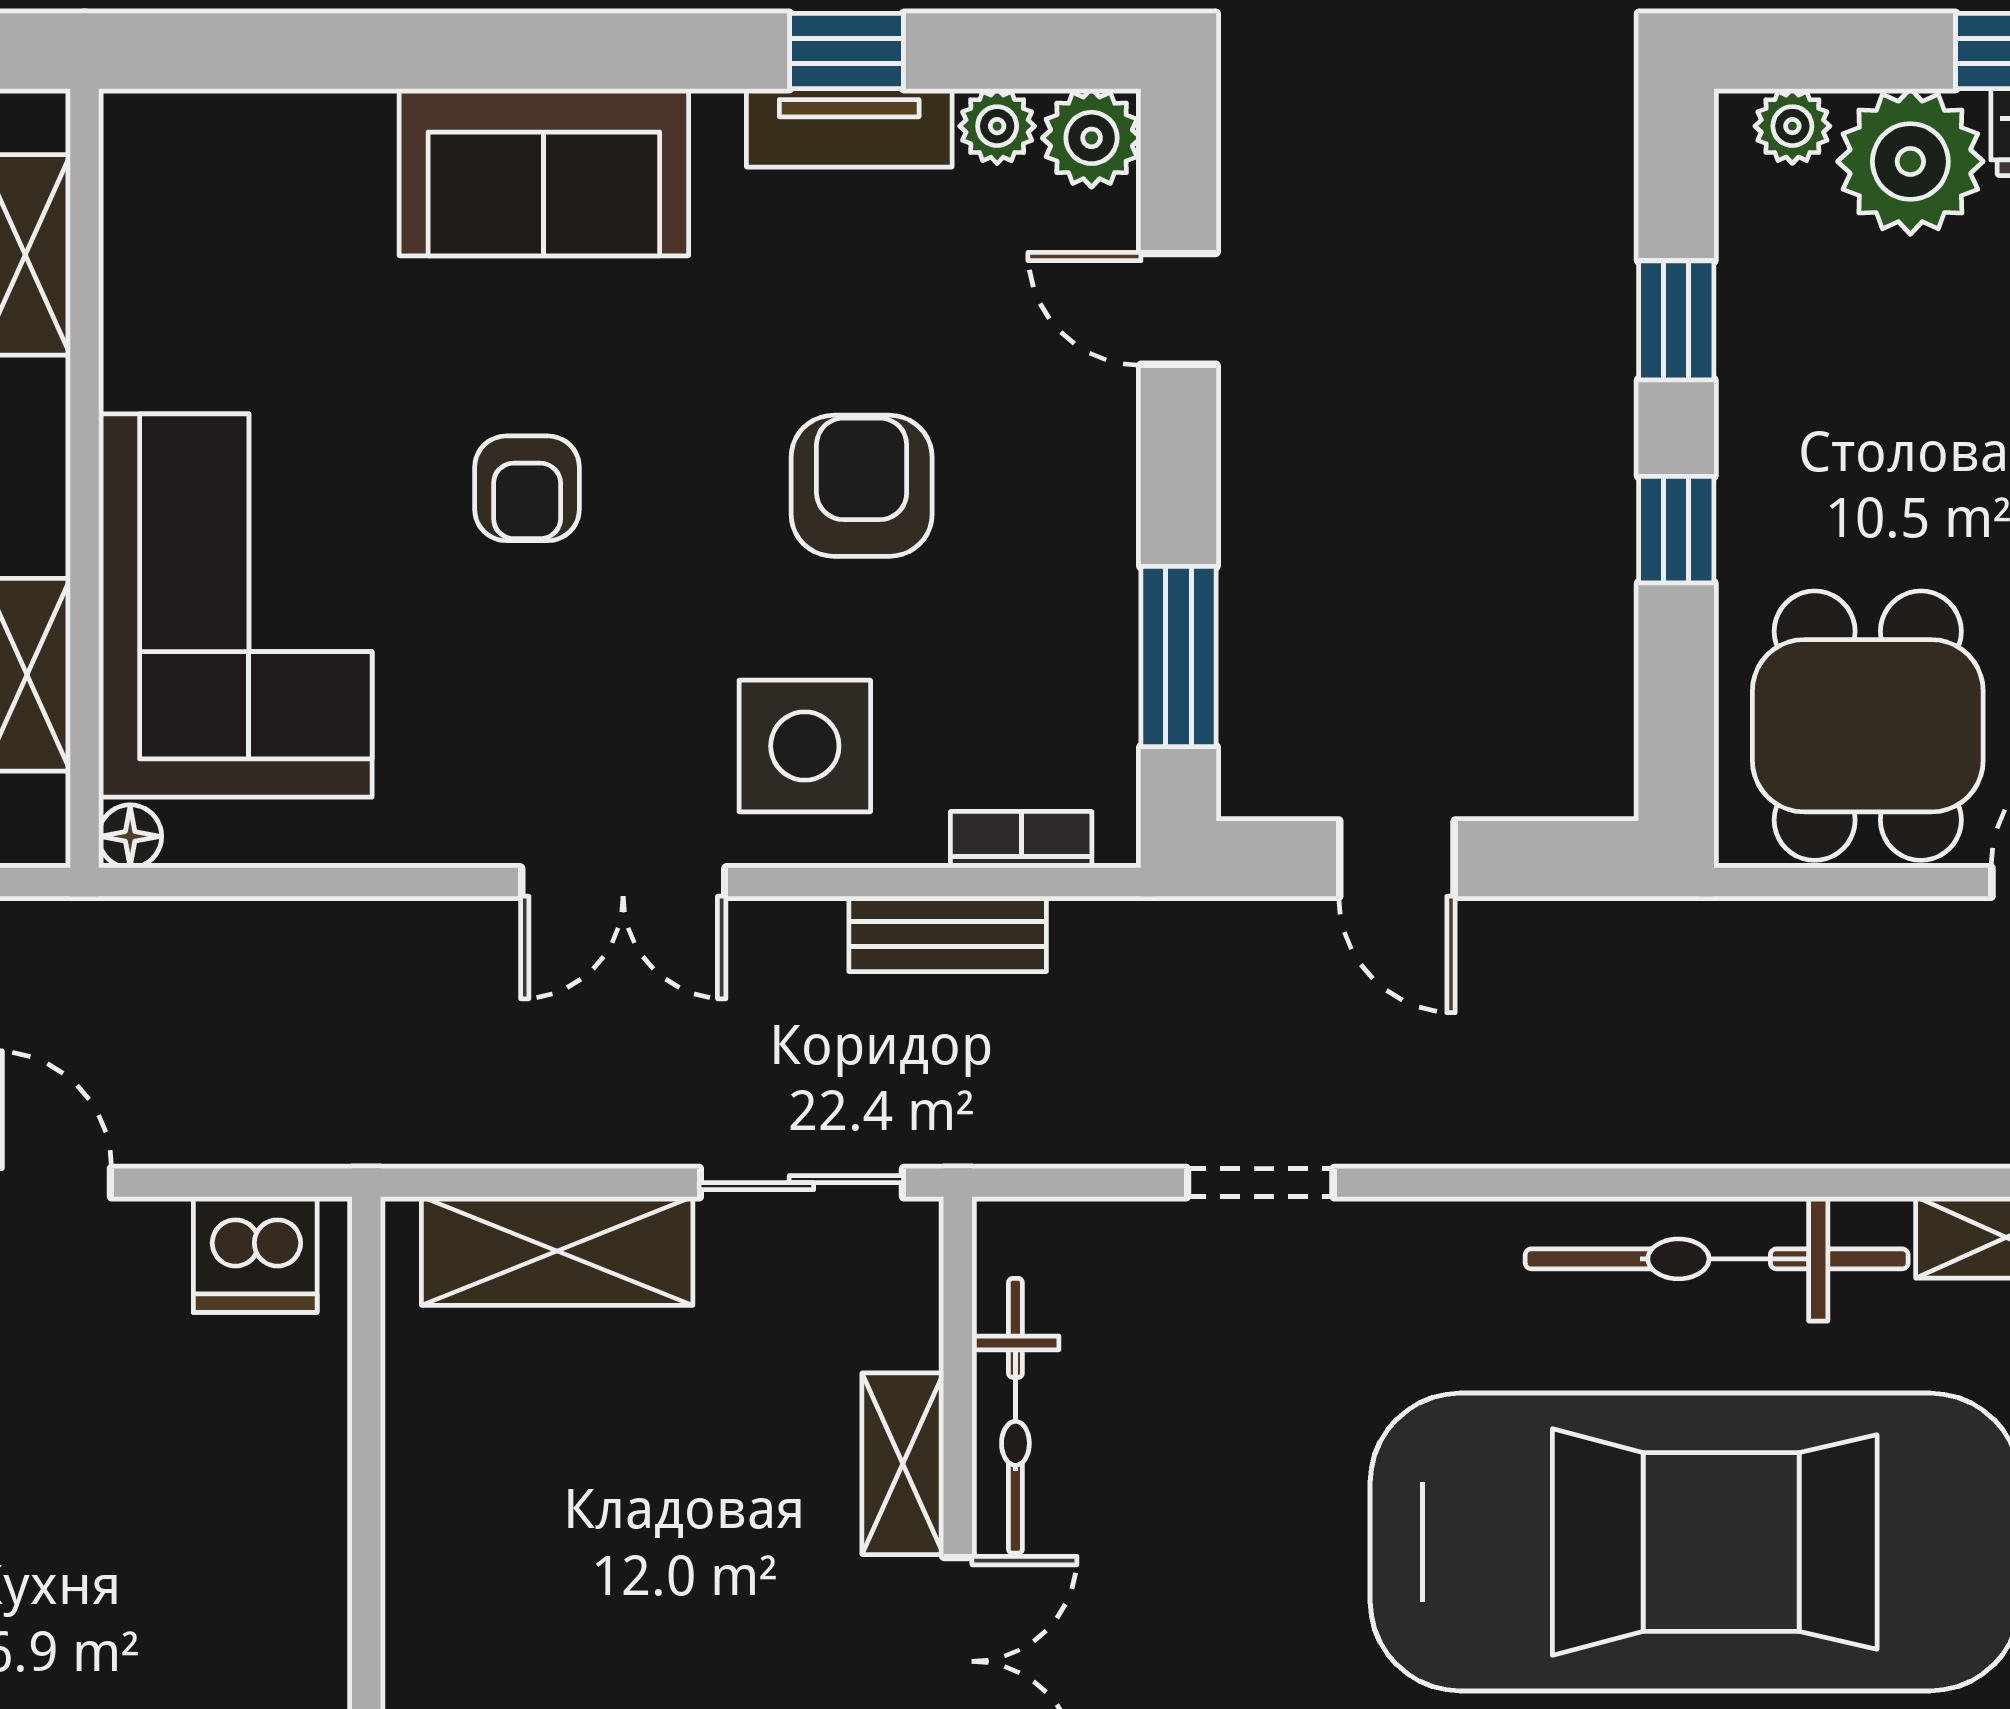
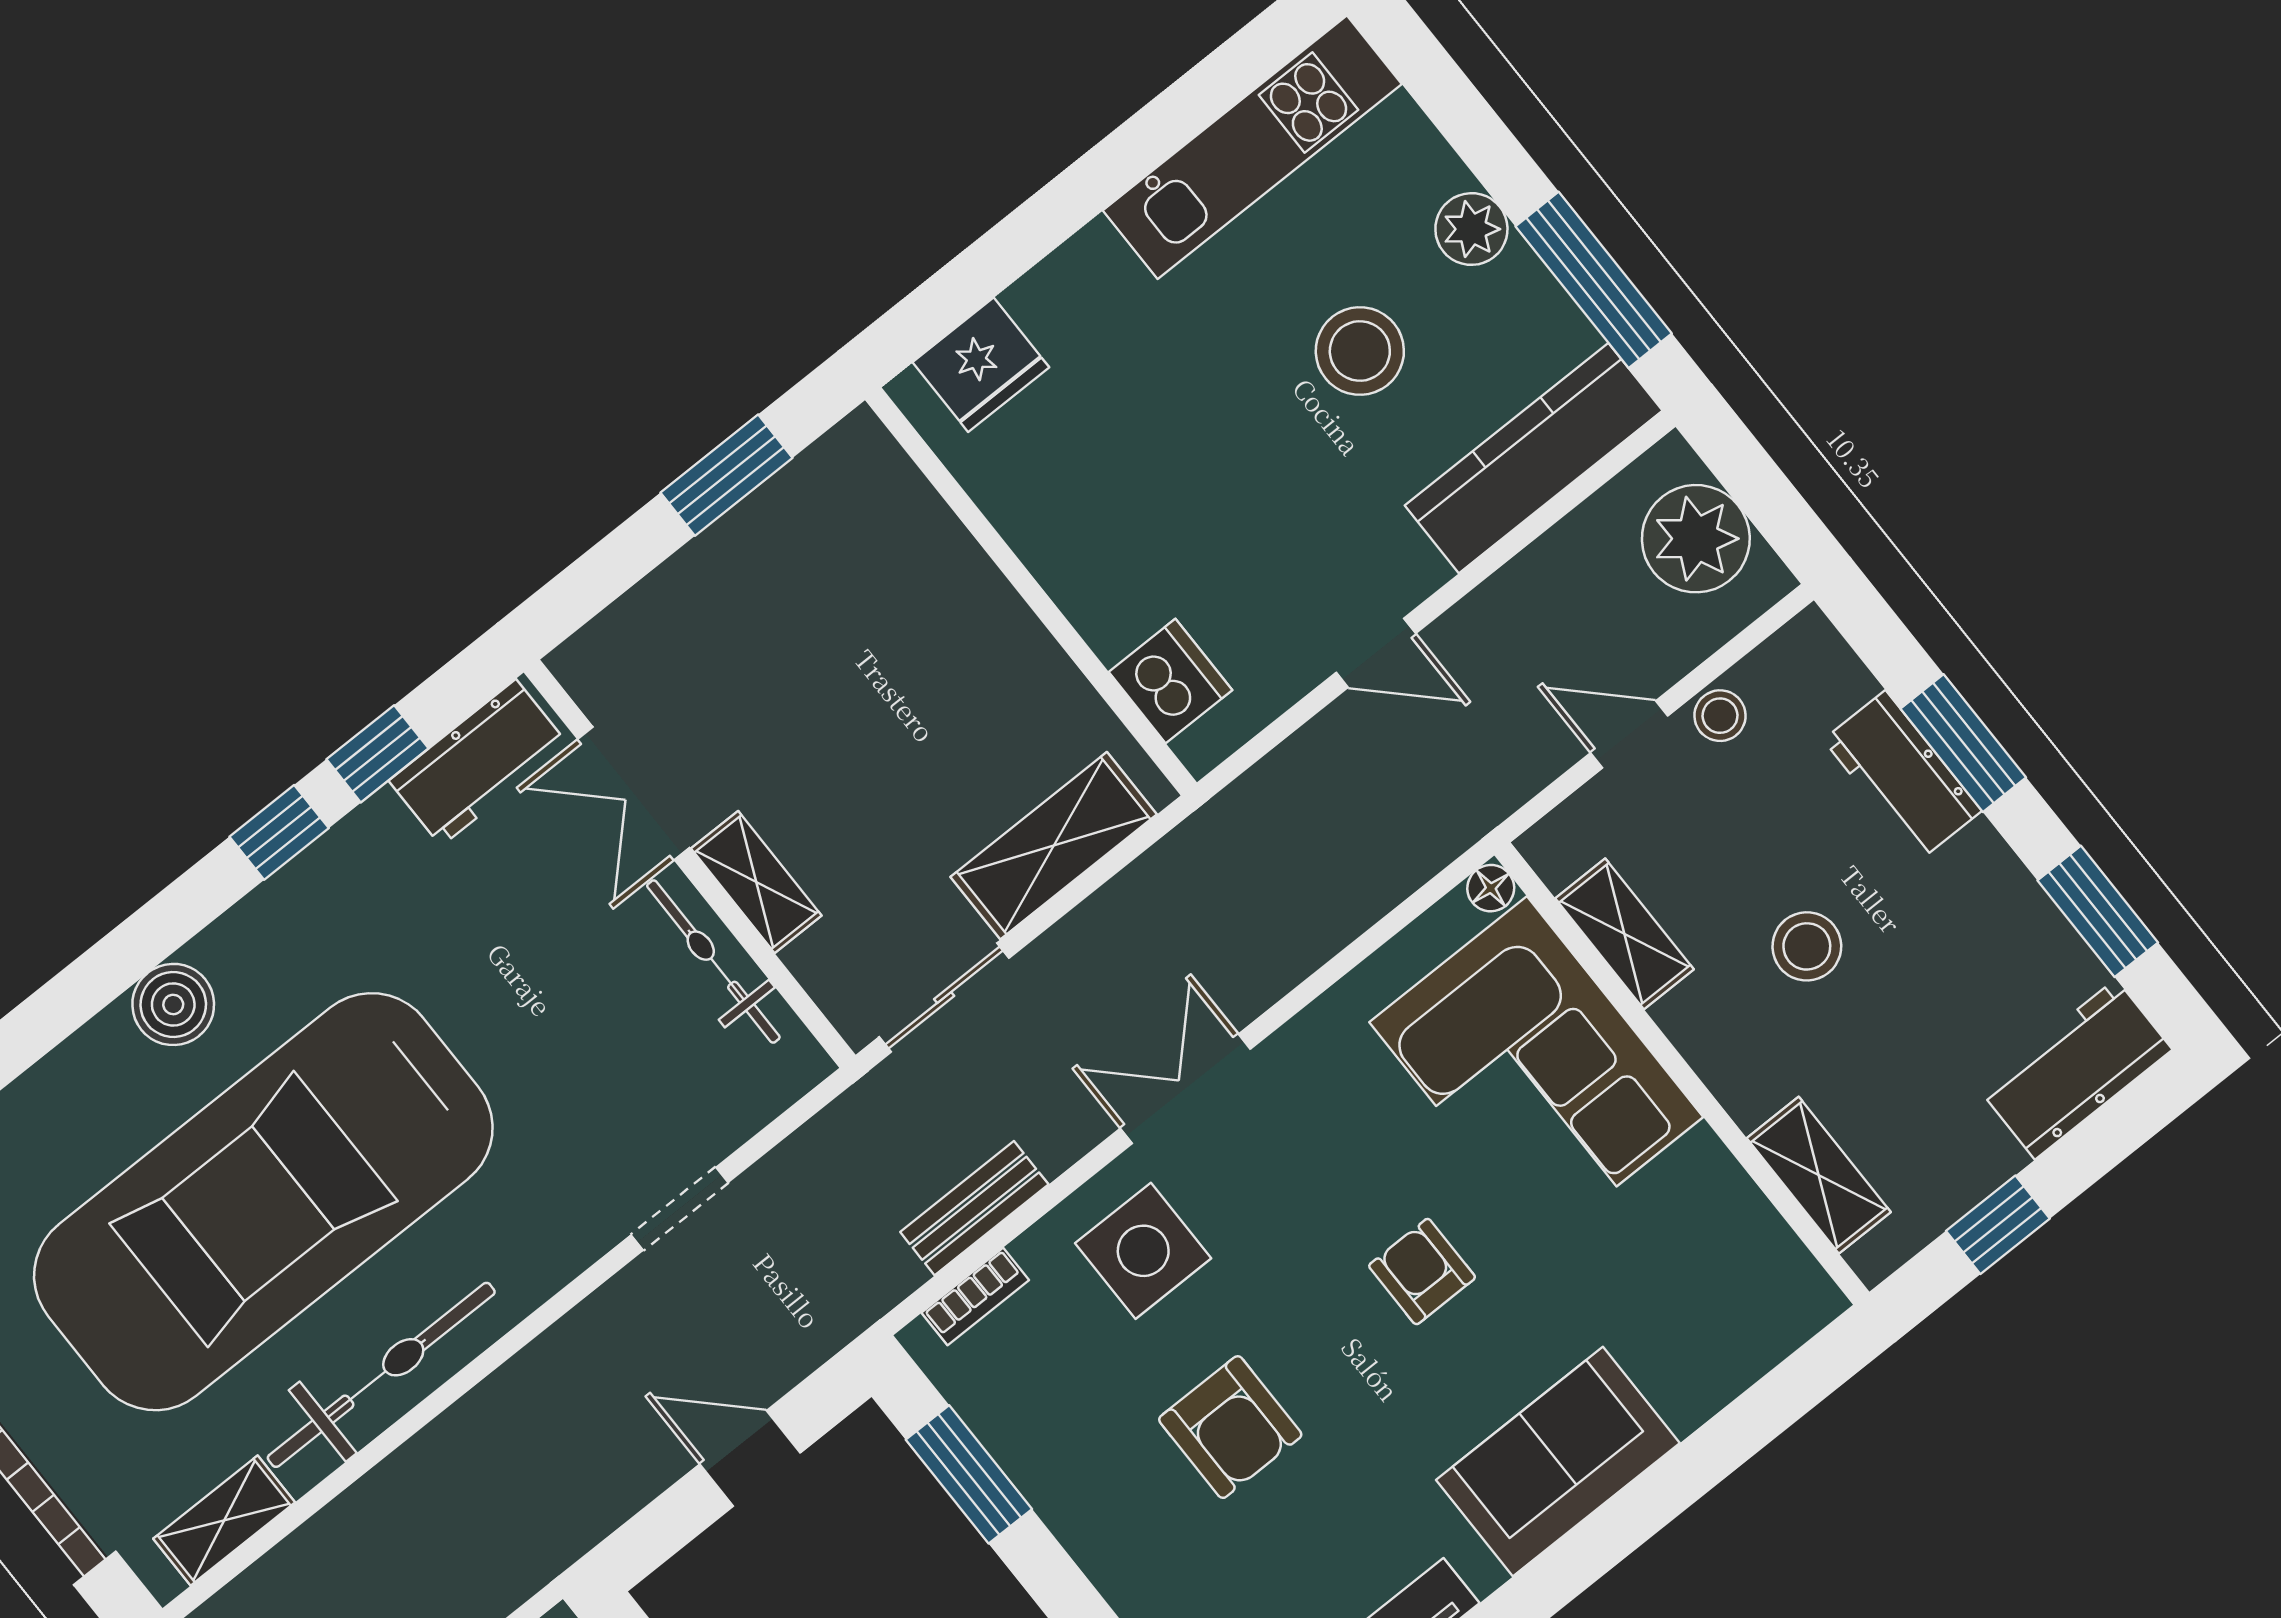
dishwasher: (255, 1255) -> (1170, 681), moved, turned 90

